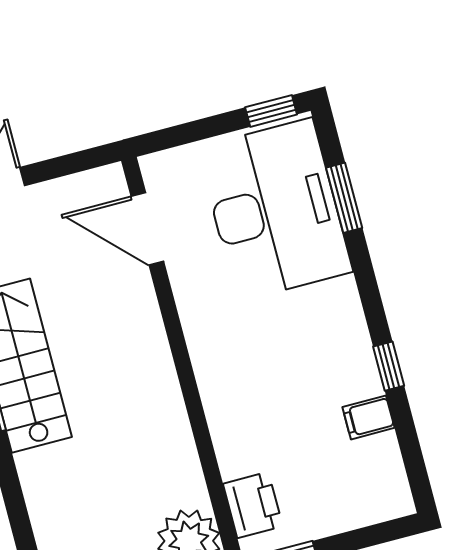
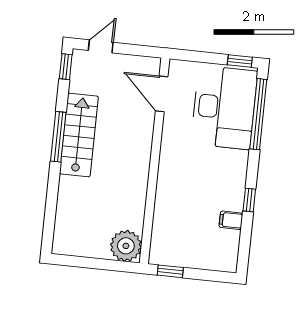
window: (344, 198) -> (258, 114), width x2.11
printer: (253, 505) -> (162, 241), removed

